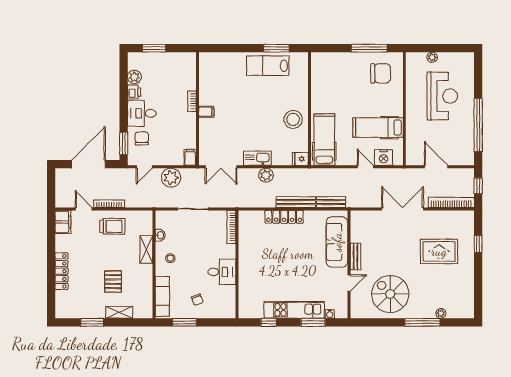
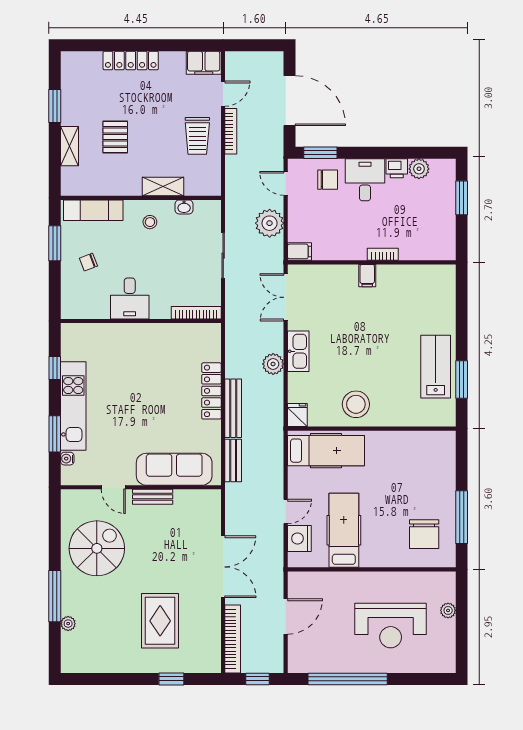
pallet: (113, 282) -> (115, 137), turned 90

